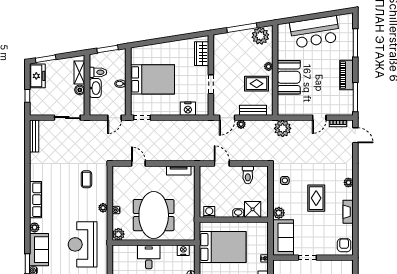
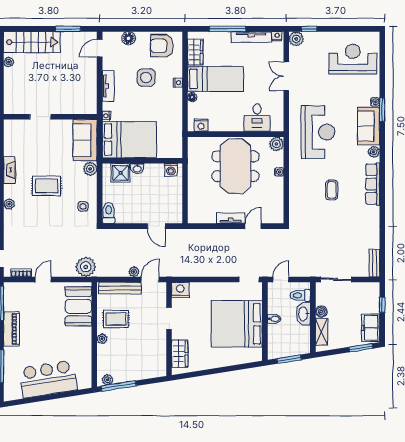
window: (242, 28) -> (119, 386), moved
plant: (260, 36) -> (108, 380), width x0.53, depth x0.53
toilet: (98, 72) -> (300, 295), moved
booth: (289, 77) -> (78, 306), moved
bed: (152, 79) -> (237, 324), width x1.36
nightstand: (188, 109) -> (180, 290), moved
bench: (253, 110) -> (120, 288), width x1.36
bench: (34, 136) -> (374, 263), width x0.73
door: (138, 163) -> (253, 226), swing flipped
tv unit: (179, 170) -> (231, 218), moved
toilet: (248, 175) -> (109, 213), moved
coffee table: (86, 179) -> (332, 190), moved
rug: (316, 198) -> (47, 186), turned 90
plant: (103, 208) -> (294, 175), removed
armchair: (344, 245) -> (14, 131), removed
bed: (223, 247) -> (129, 140), moved, turned 180
desk: (149, 257) -> (257, 118), moved
doorway: (307, 258) -> (40, 117), moved

